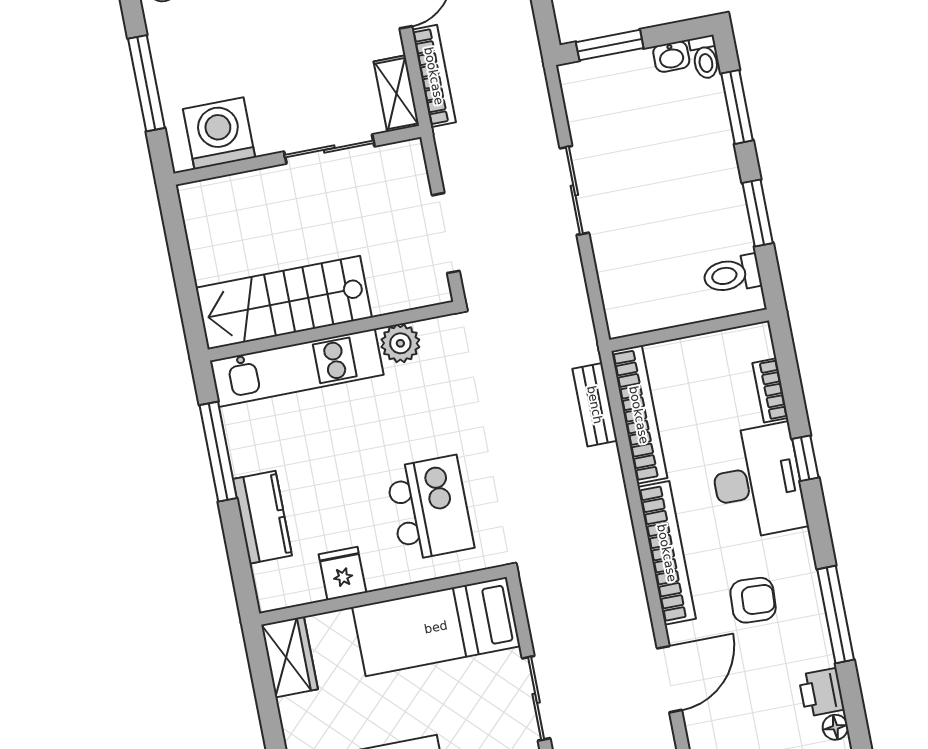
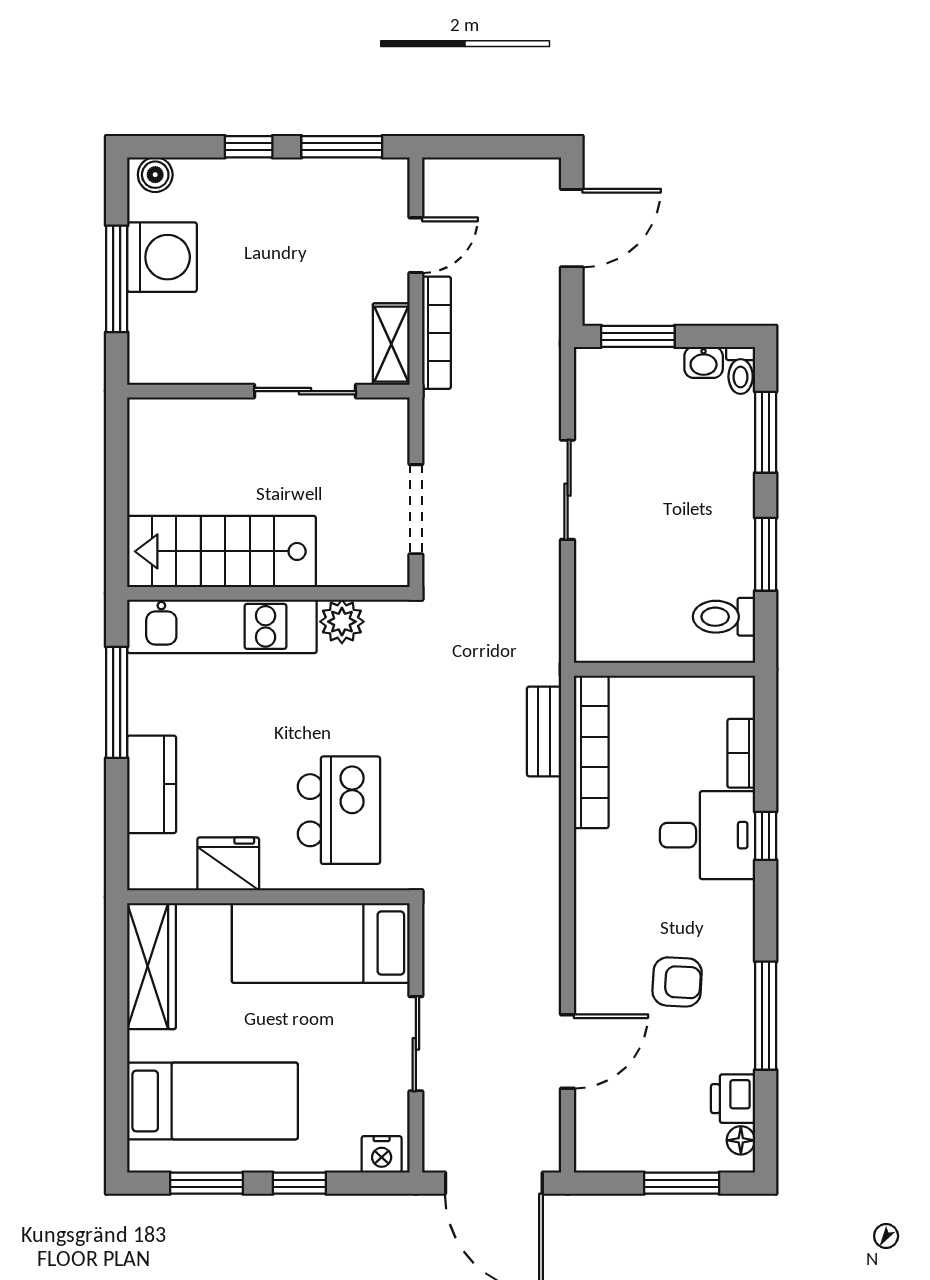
washing machine: (219, 133) -> (162, 257), moved, turned 90
desk: (757, 482) -> (707, 835), width x0.73
bookcase: (667, 553) -> (592, 911), removed
fridge: (342, 573) -> (228, 864), width x1.38
wardrobe: (289, 657) -> (152, 966), width x1.50

